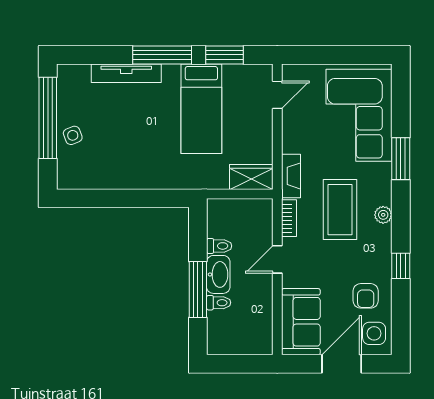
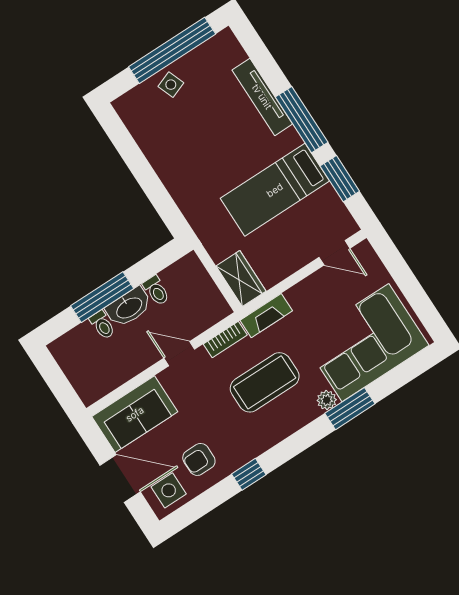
plant: (383, 215) -> (327, 400), moved

